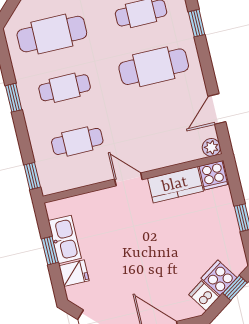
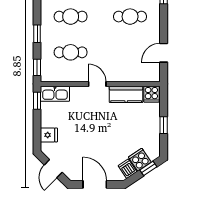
cafe table: (154, 67) -> (130, 17), width x0.73, depth x0.74
window: (14, 98) -> (37, 34), moved
plant: (211, 147) -> (154, 76), removed
kitchen sink: (65, 239) -> (55, 94), moved, turned 90
window: (50, 251) -> (37, 101), moved

